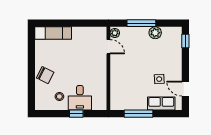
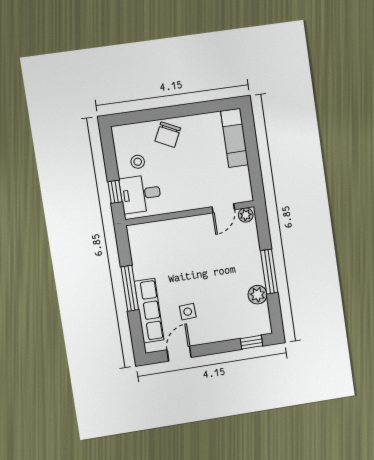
plant: (115, 33) -> (246, 215), moved
door: (108, 47) -> (223, 208), moved
wall: (108, 68) -> (190, 213), moved
row of seats: (161, 104) -> (149, 311), width x1.48

